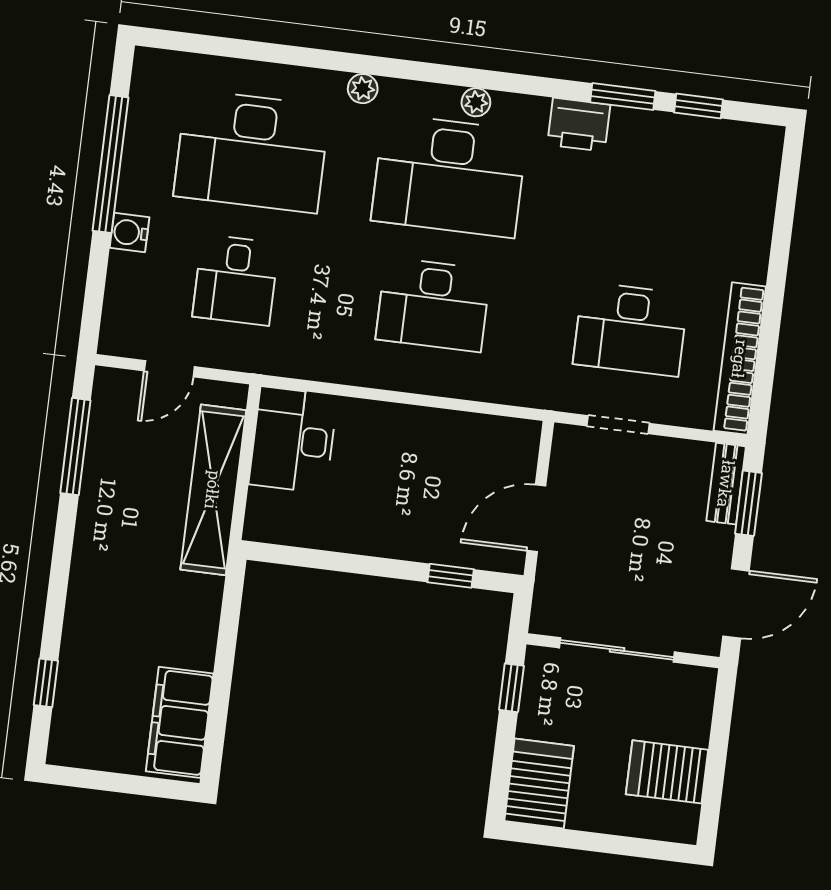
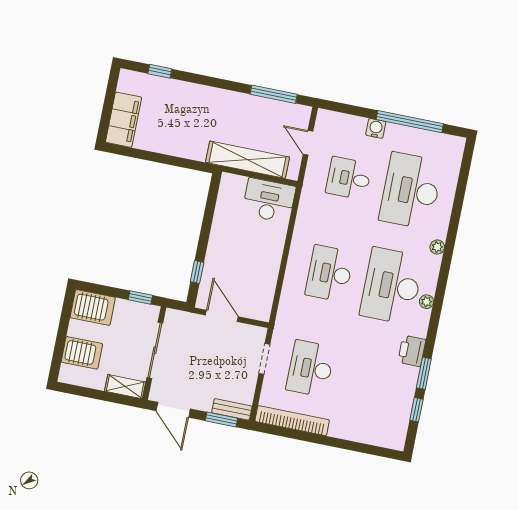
shelving: (696, 705) -> (125, 387), added
filing cabinet: (180, 722) -> (124, 120), moved, turned 90
server rack: (667, 772) -> (82, 353), moved, turned 90

